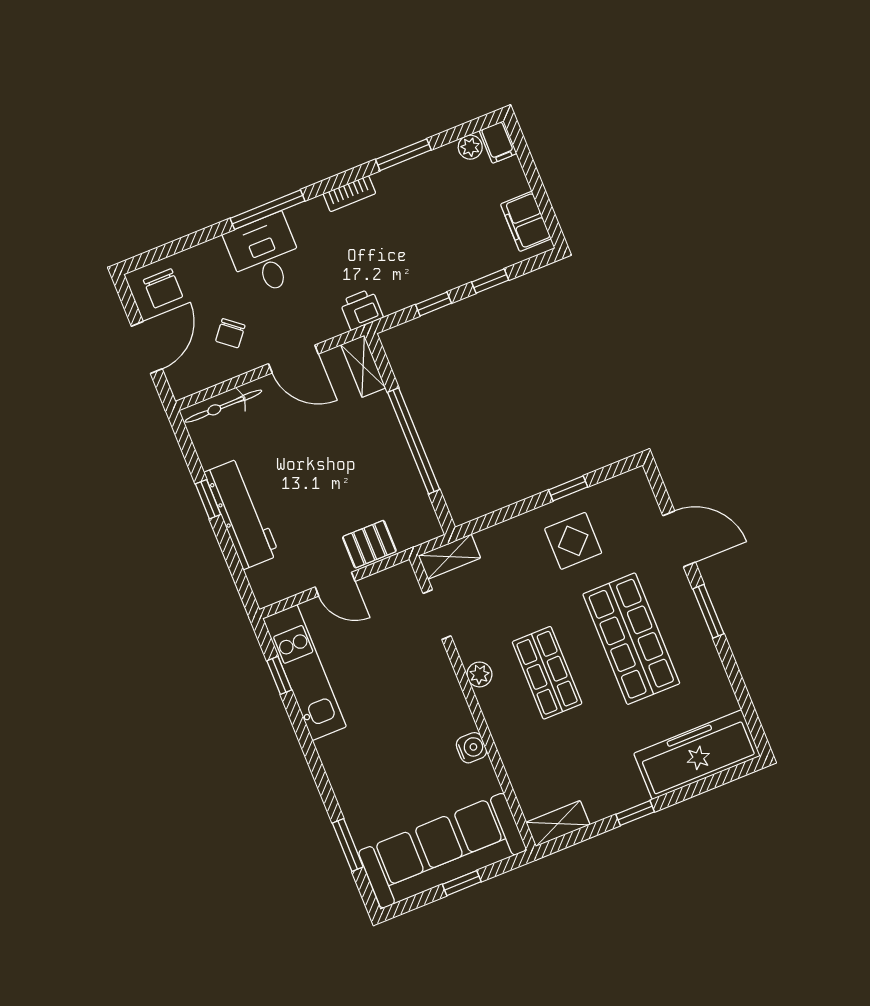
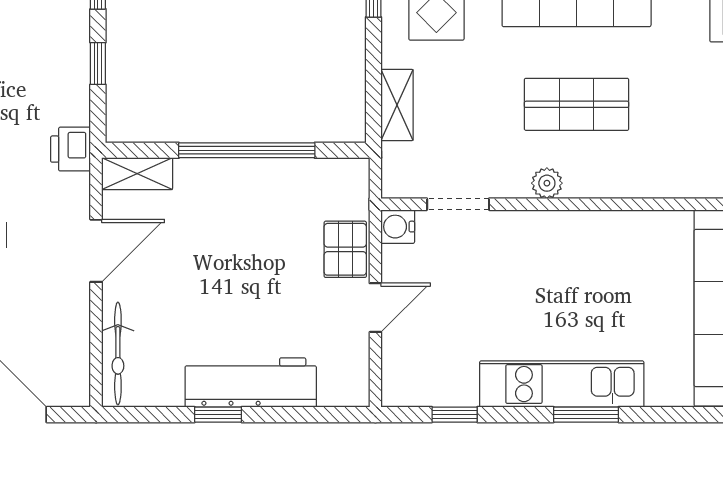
chair: (230, 333) -> (37, 312), removed
shelving: (449, 557) -> (397, 105), moved
kitchen unit: (305, 672) -> (562, 384), moved
water cooler: (471, 748) -> (398, 227), moved, turned -90
window: (348, 845) -> (586, 415), moved

